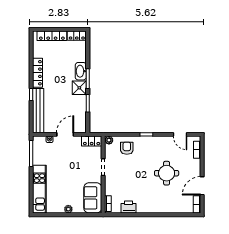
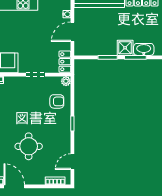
door: (65, 134) -> (72, 32), swing flipped

